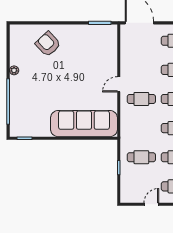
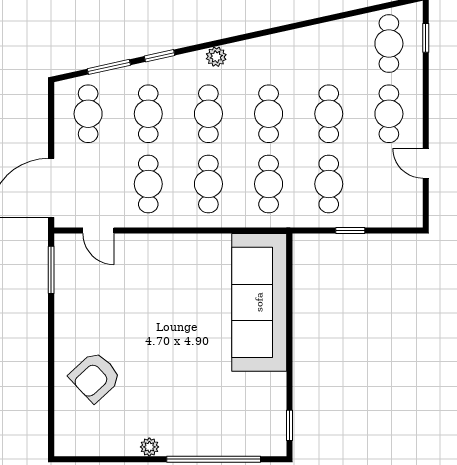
cafe table: (141, 70) -> (148, 184), added
door: (119, 84) -> (98, 231), moved
cafe table: (141, 128) -> (269, 184), added

